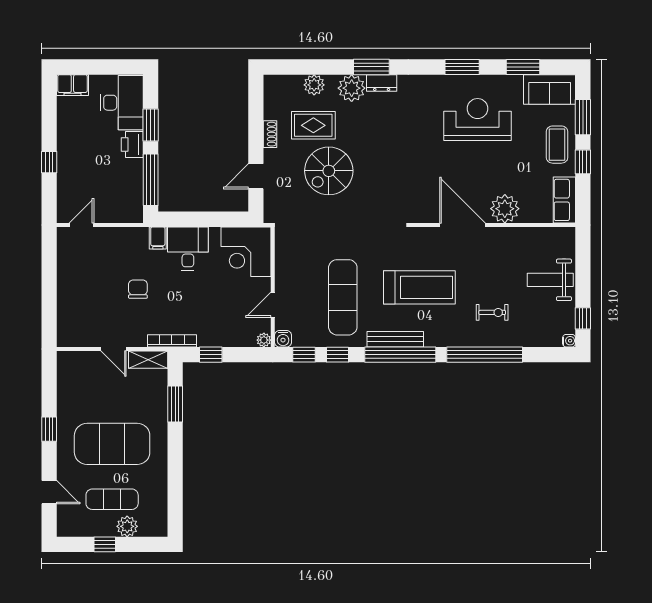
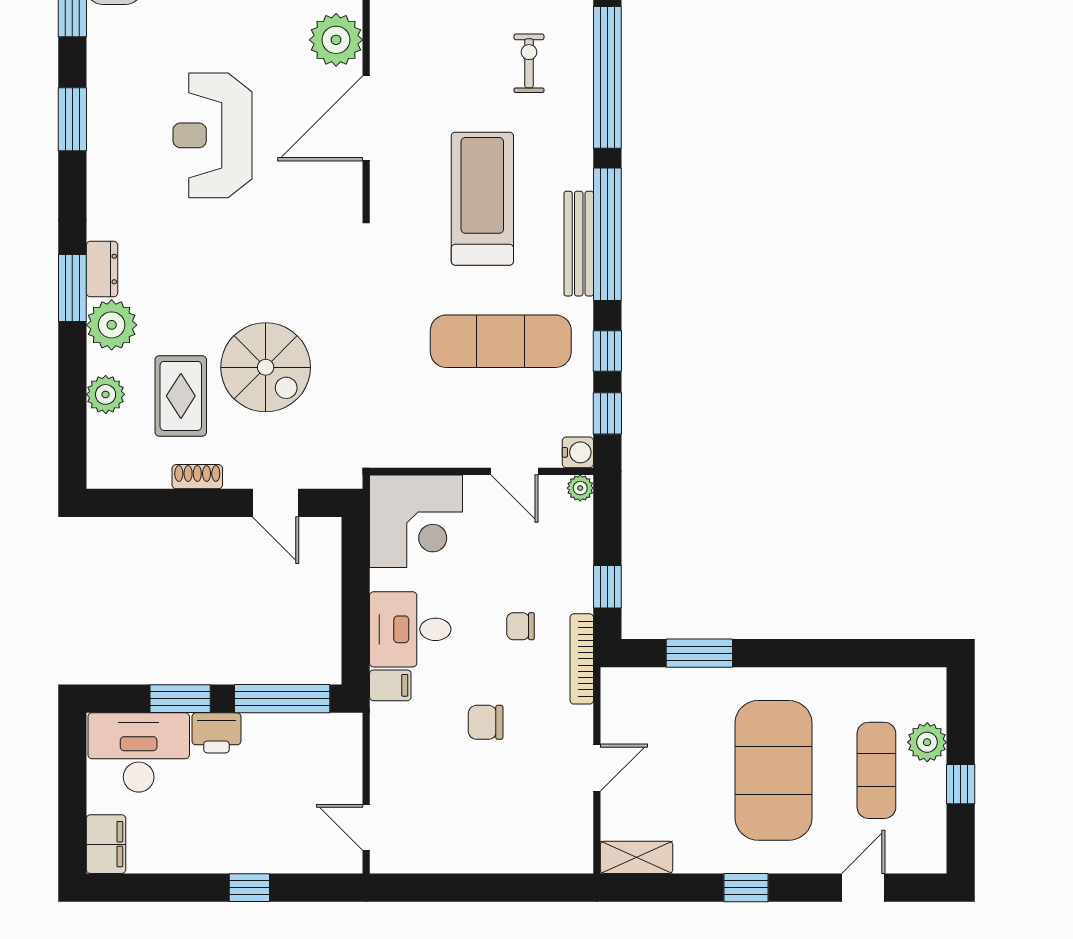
reception desk: (478, 120) -> (212, 135), moved
chair: (190, 308) -> (520, 626), added
shelving: (148, 360) -> (637, 857), moved, turned 90

